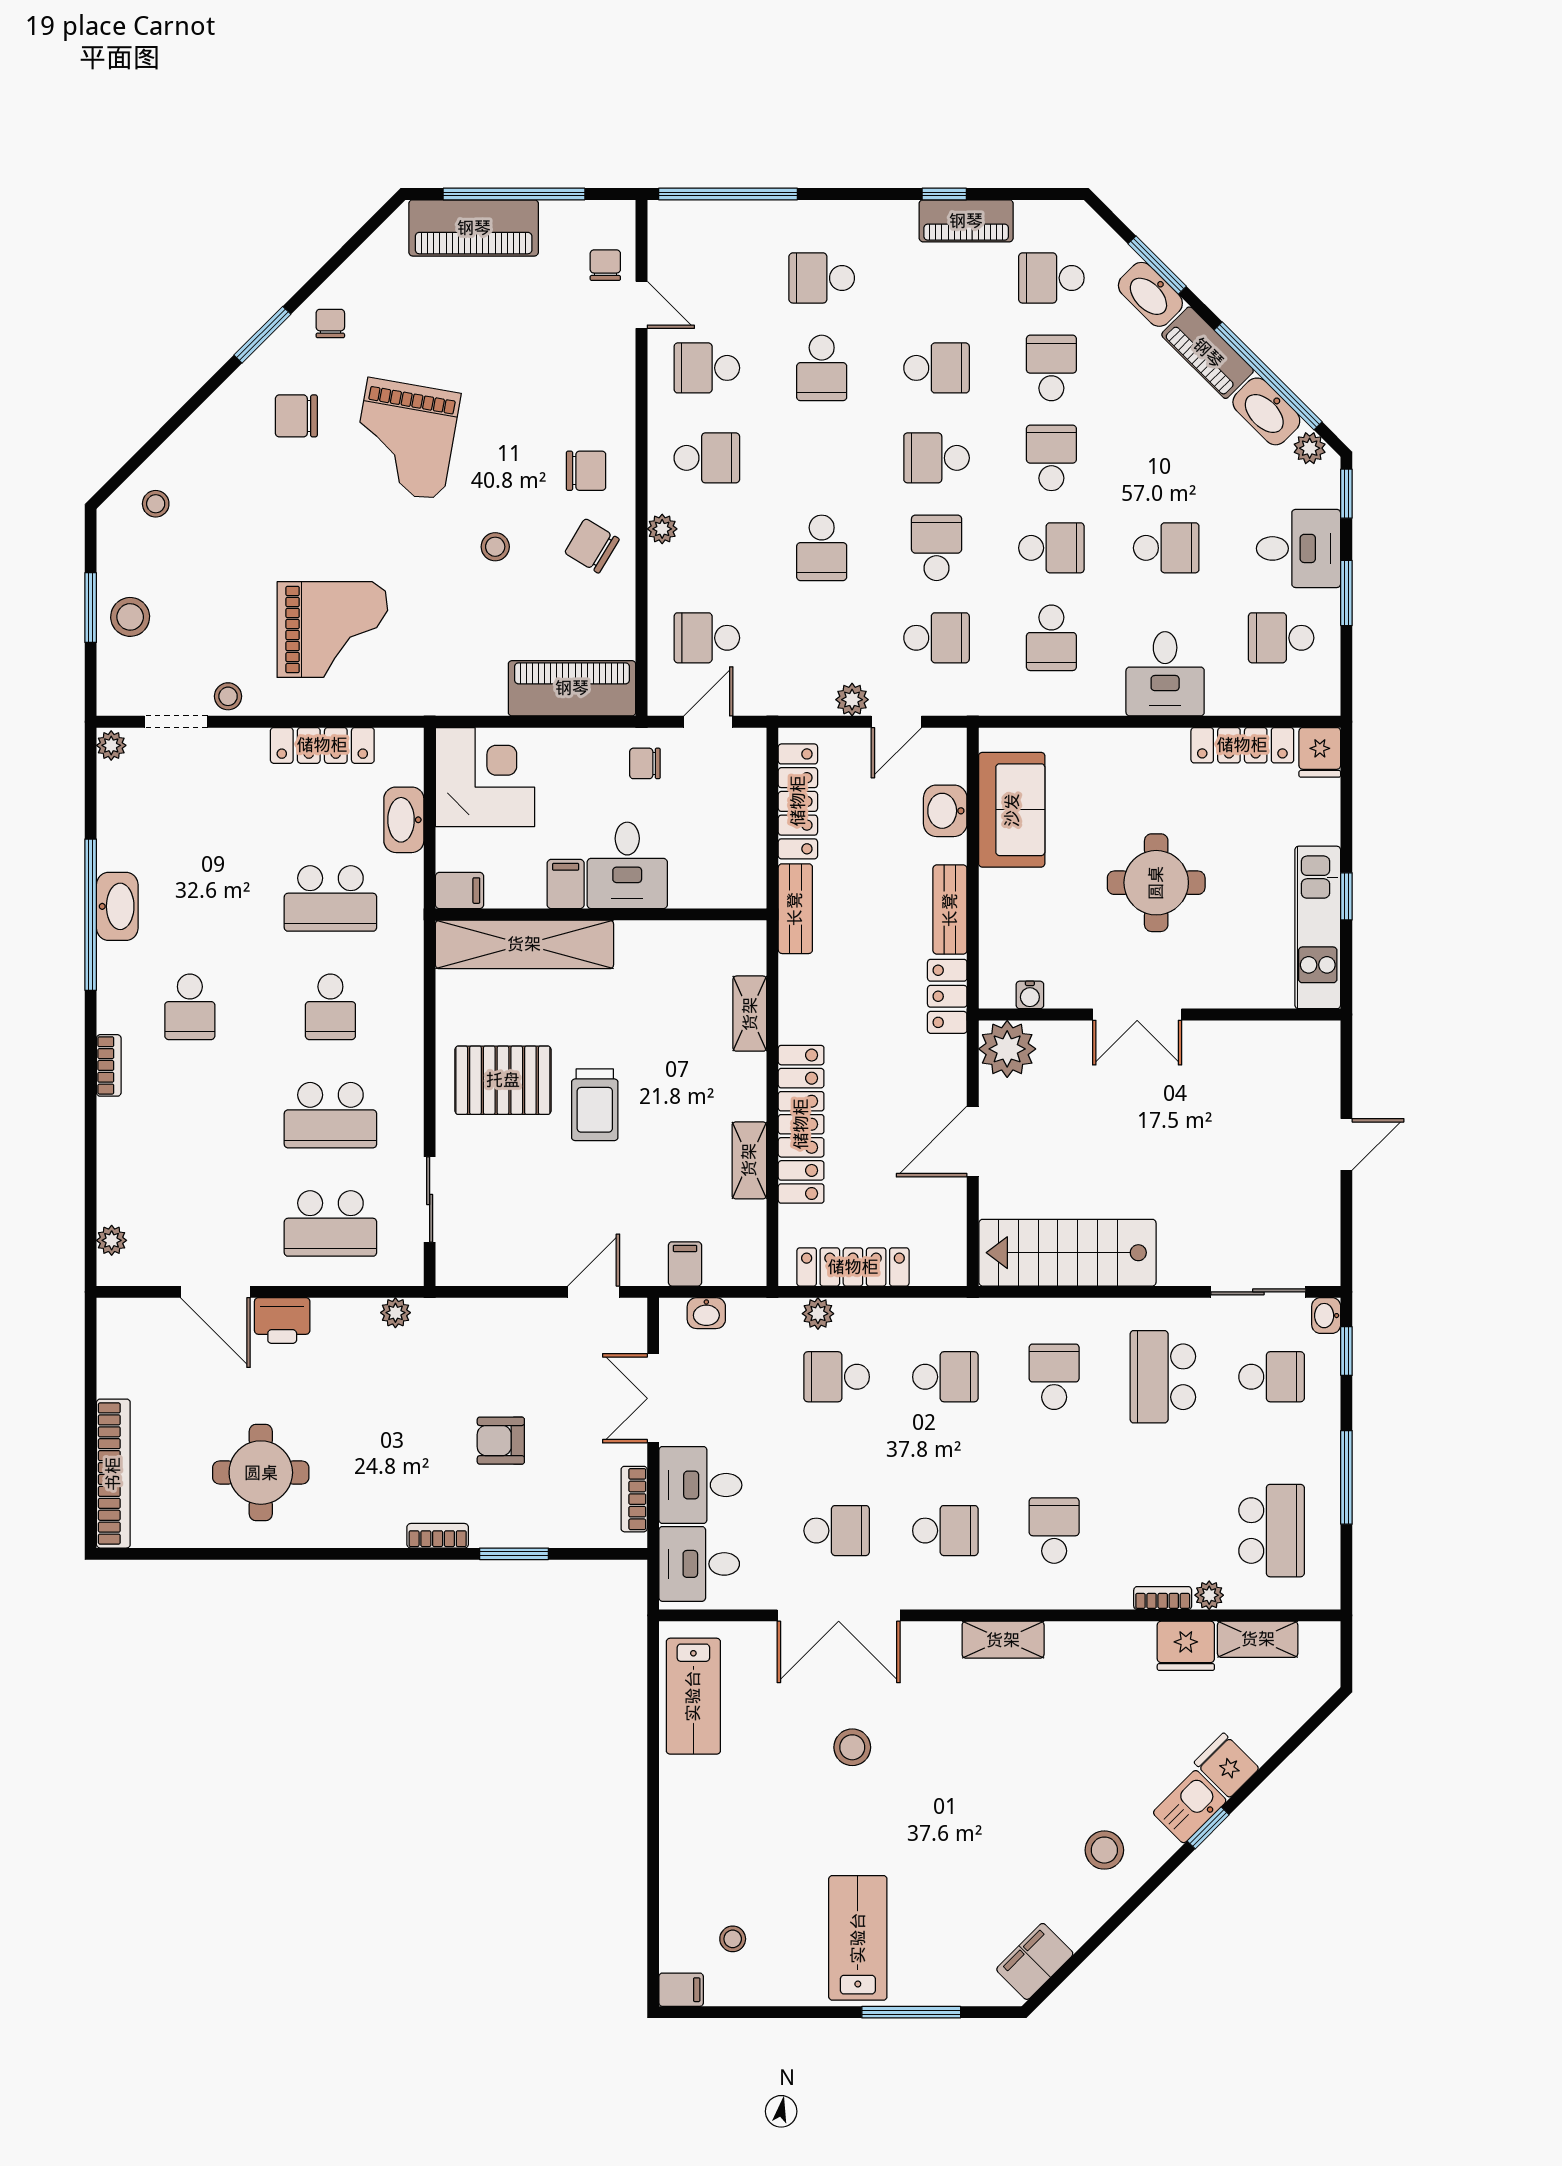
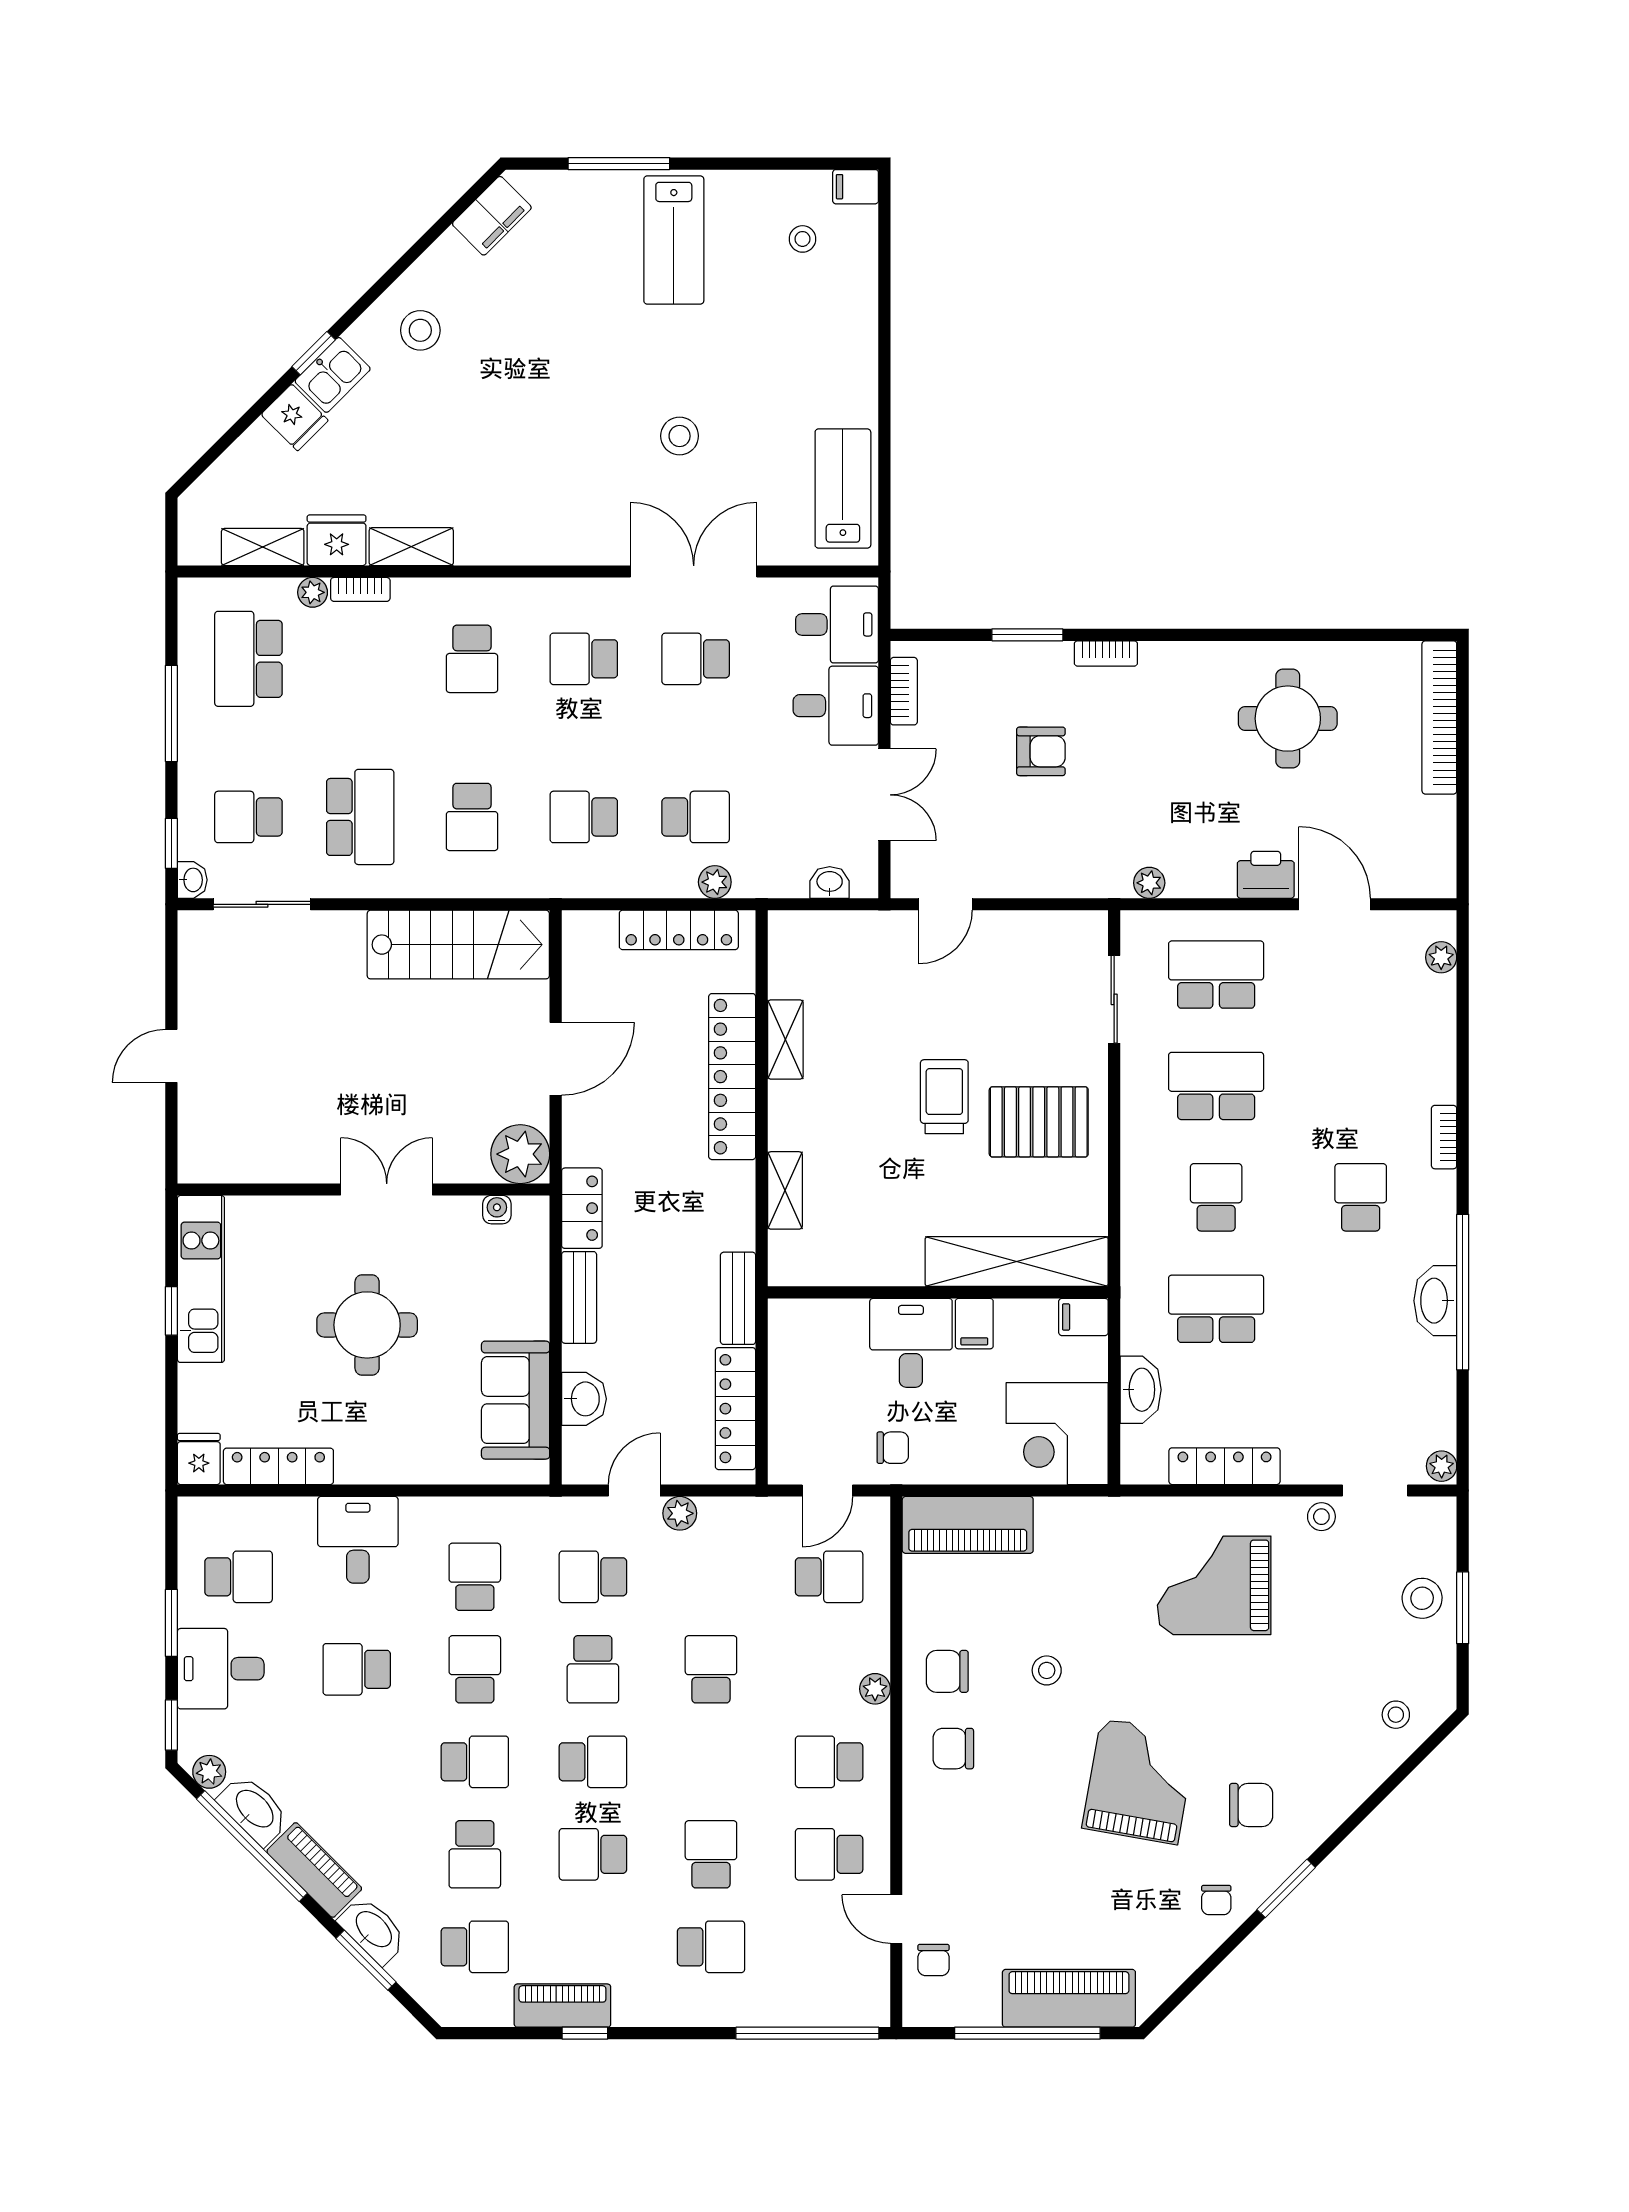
school desk: (707, 368) -> (829, 1854), turned 180
school desk: (1051, 458) -> (475, 1762), turned -90
chair: (592, 546) -> (947, 1671), turned 149
school desk: (1051, 548) -> (475, 1669), turned 90
filing cabinet: (685, 1264) -> (852, 933), removed
shelving: (1003, 1640) -> (411, 547), moved

